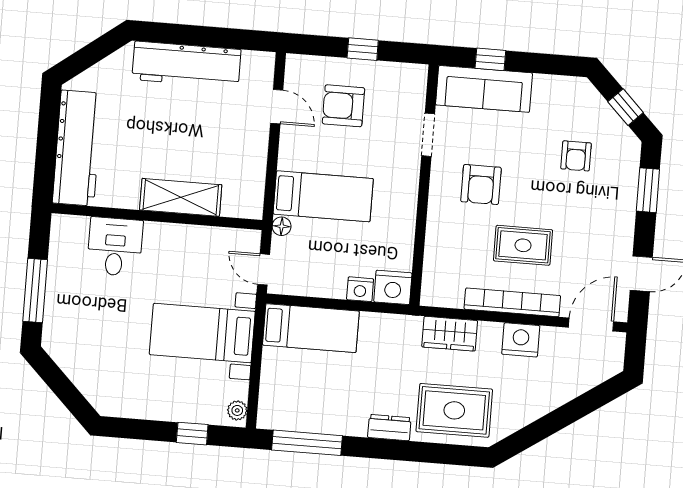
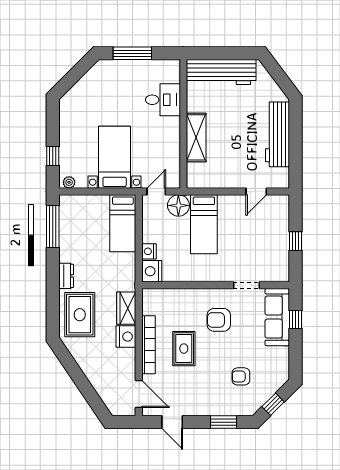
armchair: (343, 106) -> (260, 232), removed
floor lamp: (282, 226) -> (178, 205), width x1.89, depth x1.89
nightstand: (521, 340) -> (126, 337), moved

